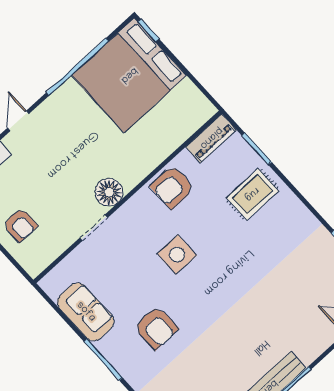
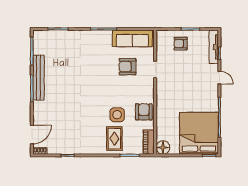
floor lamp: (109, 192) -> (163, 147), moved
side table: (177, 255) -> (117, 115), moved
sofa: (86, 312) -> (132, 38), width x1.36
armchair: (156, 328) -> (127, 67), moved

